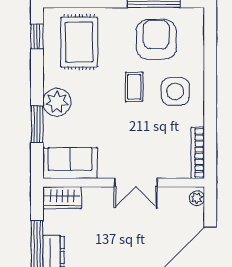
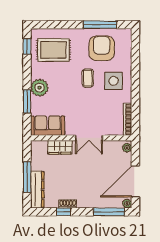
rug: (79, 42) -> (53, 50), turned 90
wardrobe: (62, 198) -> (60, 147), moved

